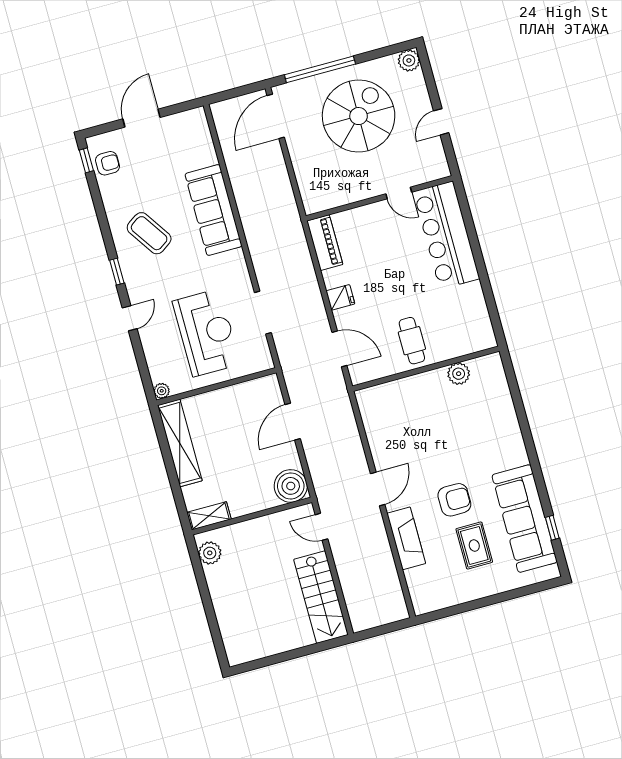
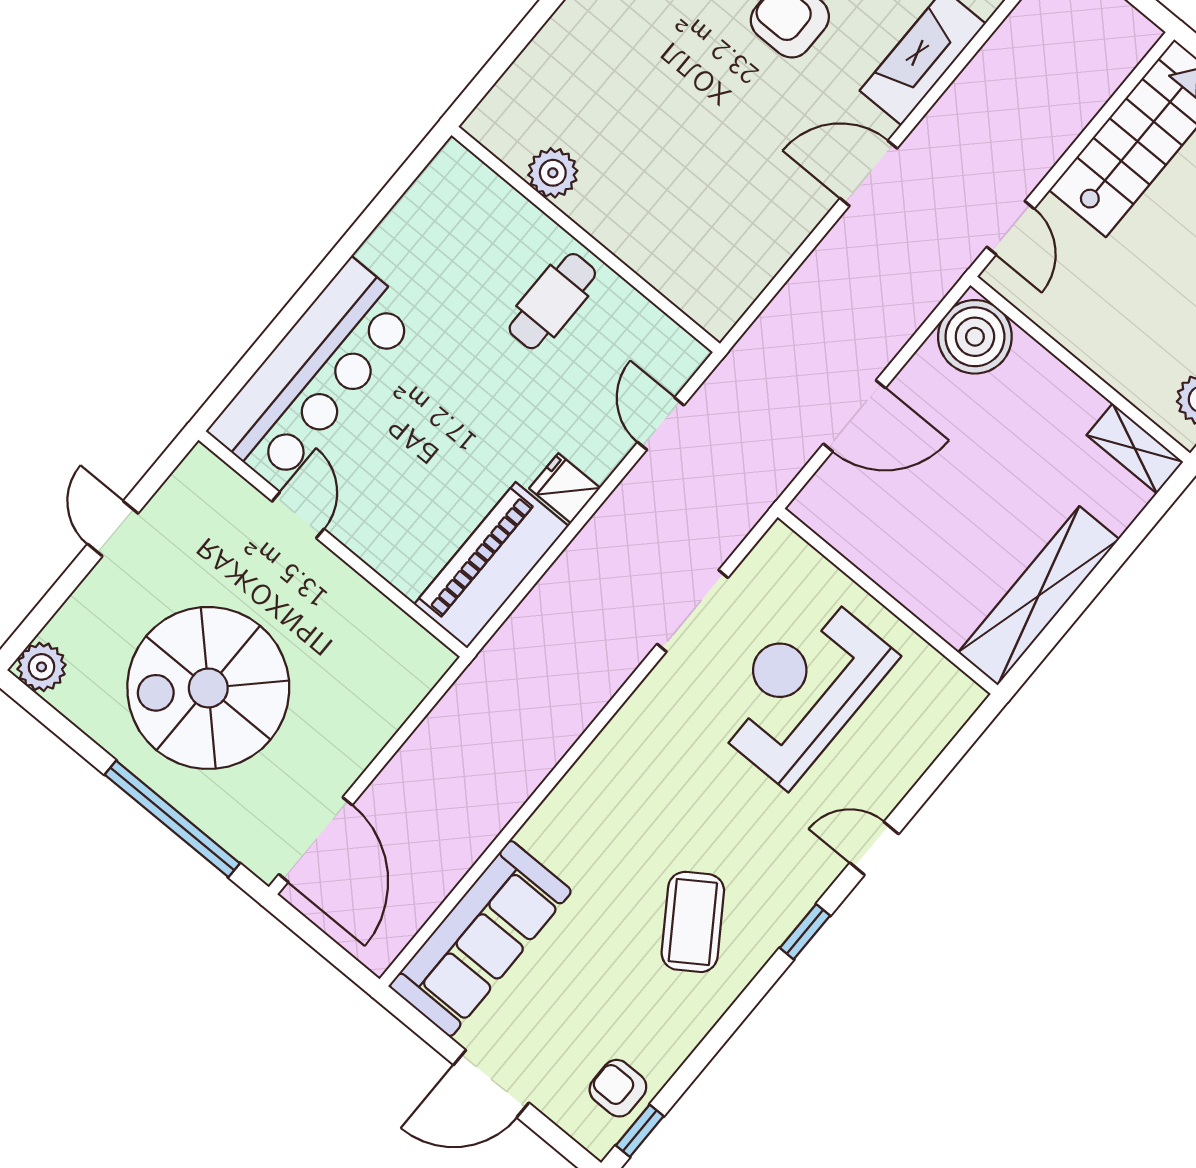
door: (276, 116) -> (315, 840), hinge flipped
door: (441, 122) -> (113, 529), swing flipped
sofa: (213, 210) -> (480, 939), moved
piano: (325, 243) -> (491, 565), width x1.37, depth x1.33
door: (339, 349) -> (661, 424), width x0.73
plant: (162, 391) -> (966, 696), removed

